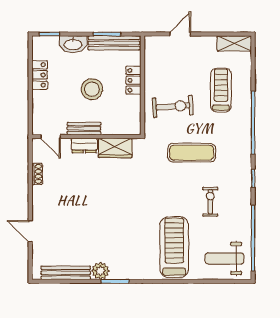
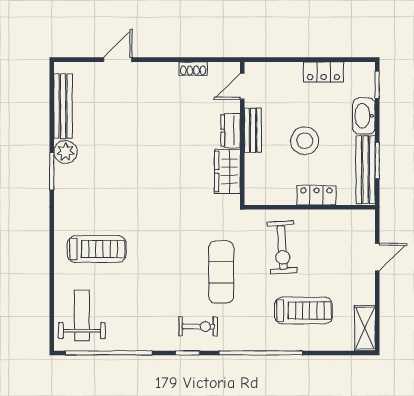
door: (180, 34) -> (377, 257), hinge flipped
exercise bike: (210, 202) -> (198, 327), moved
treadmill: (174, 247) -> (97, 249), width x0.73, depth x0.73

